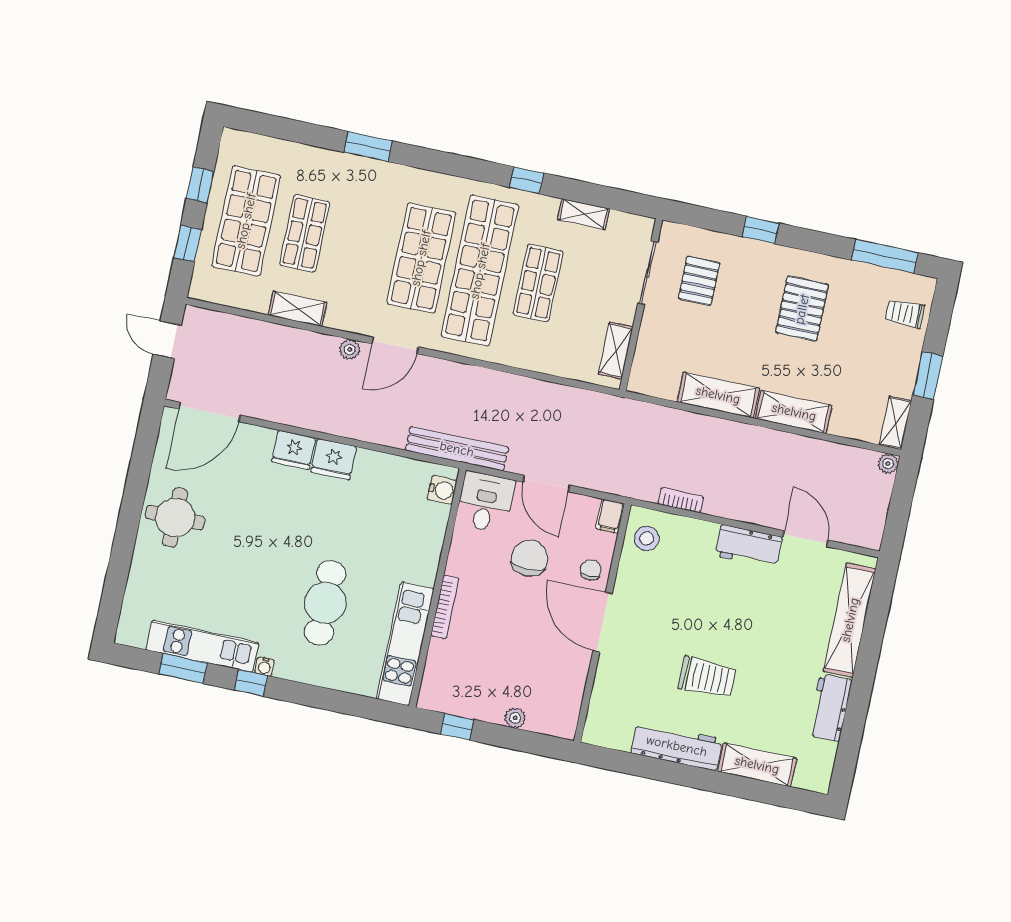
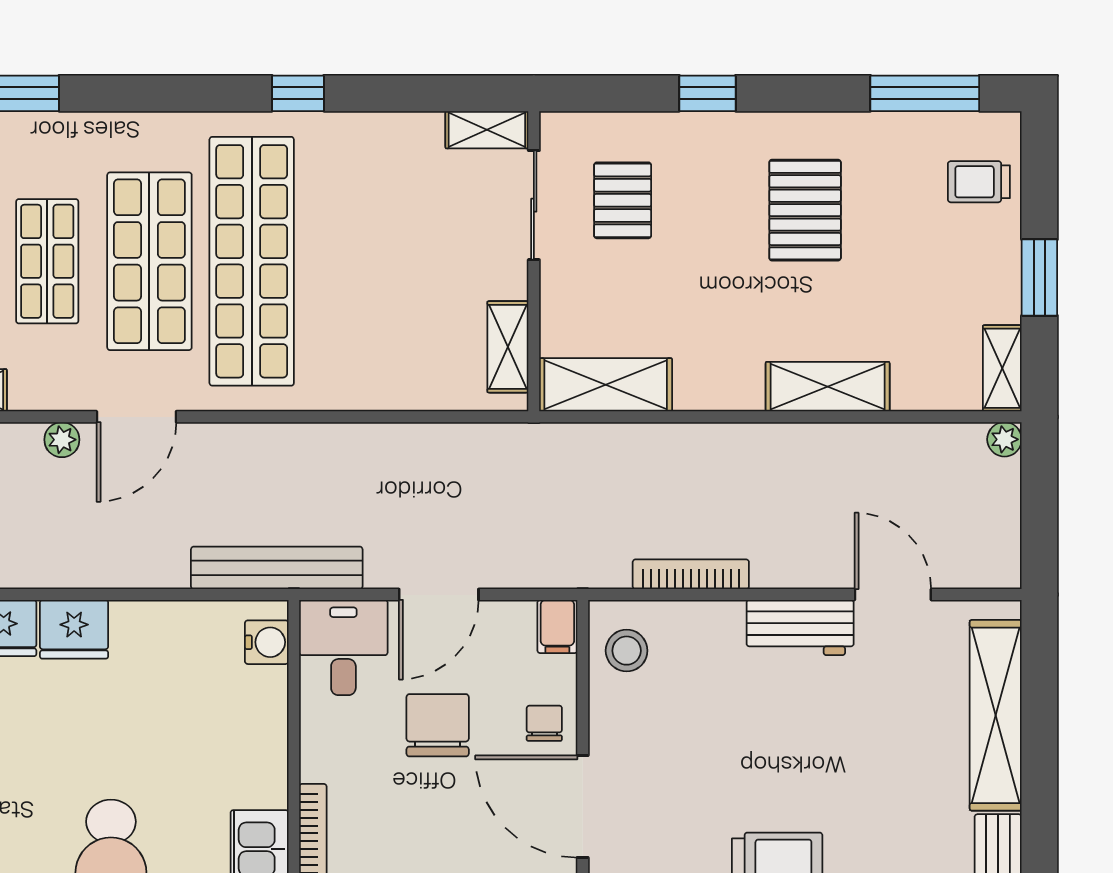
shelving: (584, 214) -> (487, 130), moved
shop shelf: (538, 283) -> (47, 261), moved
shelving: (718, 395) -> (606, 385), moved
door: (546, 484) -> (439, 595), hinge flipped
bookcase: (681, 500) -> (691, 574), width x1.56

